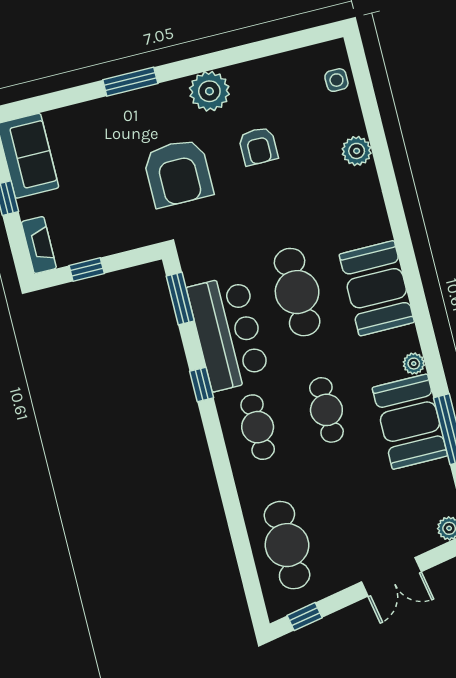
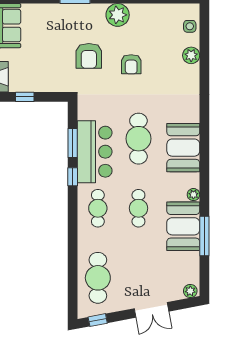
armchair: (258, 146) -> (131, 64), moved
plant: (357, 151) -> (191, 55), moved
armchair: (178, 173) -> (89, 56), width x0.73, depth x0.73
window: (180, 299) -> (73, 143), moved

